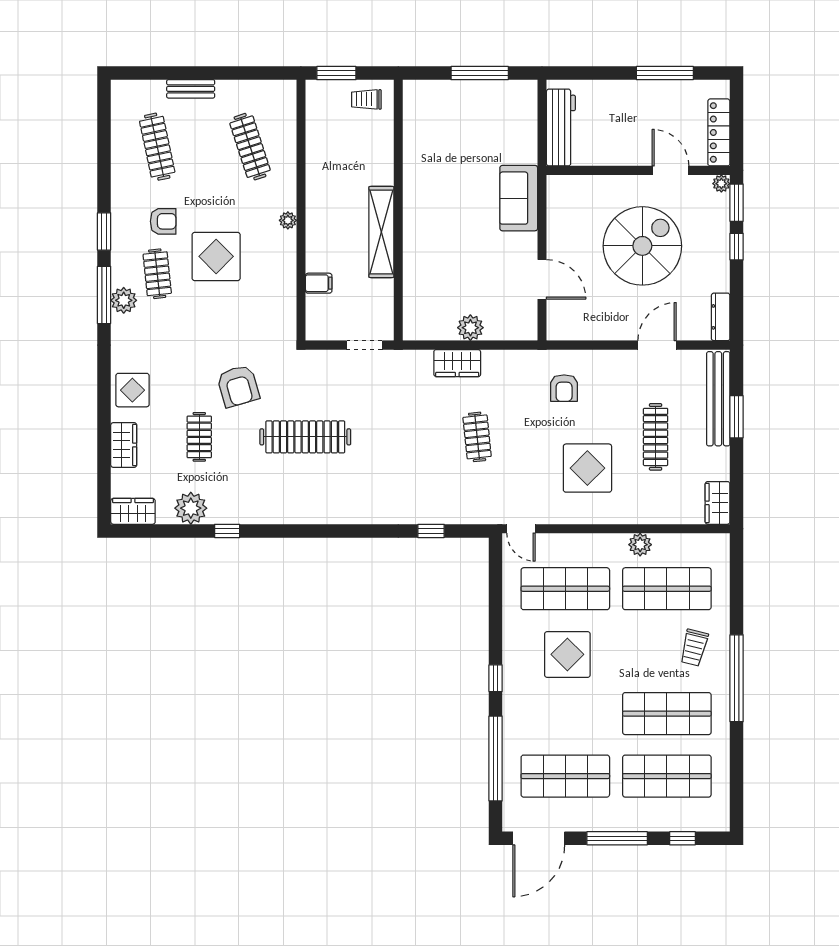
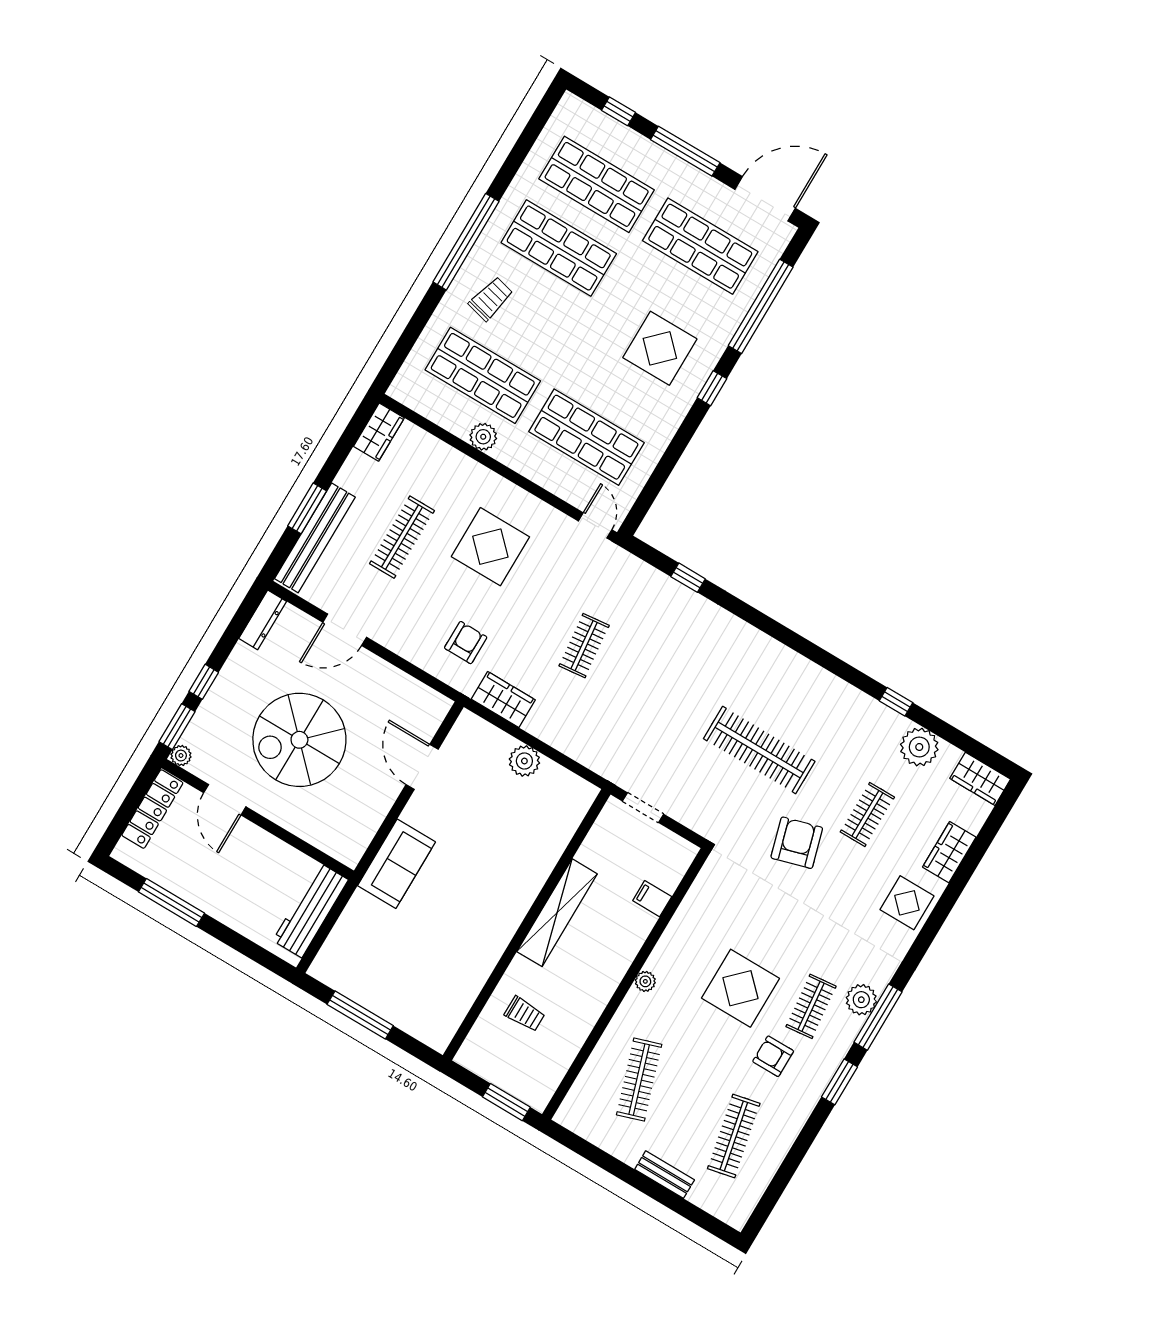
trolley: (366, 99) -> (525, 1014), moved
wardrobe: (457, 363) -> (503, 699), moved
display table: (567, 654) -> (660, 348), moved

